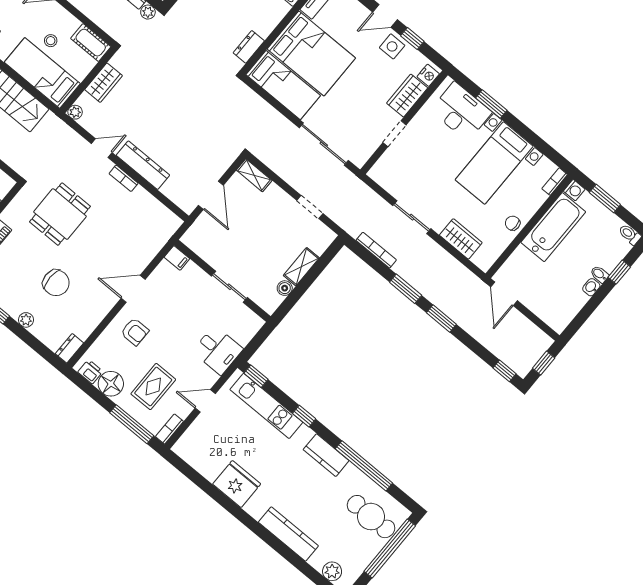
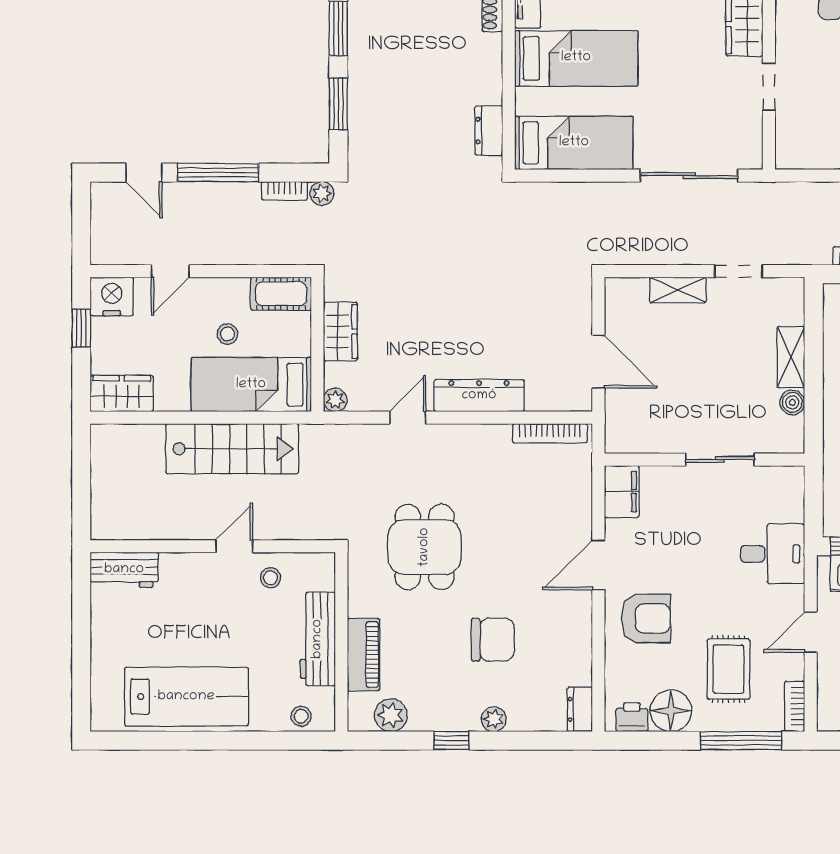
bed: (311, 54) -> (576, 58), width x0.67
shelving: (254, 175) -> (678, 290), moved
bookcase: (124, 178) -> (550, 433), moved, width x1.56
filing cabinet: (177, 258) -> (622, 492), width x2.00
armchair: (135, 332) -> (646, 618), width x1.38, depth x1.38

